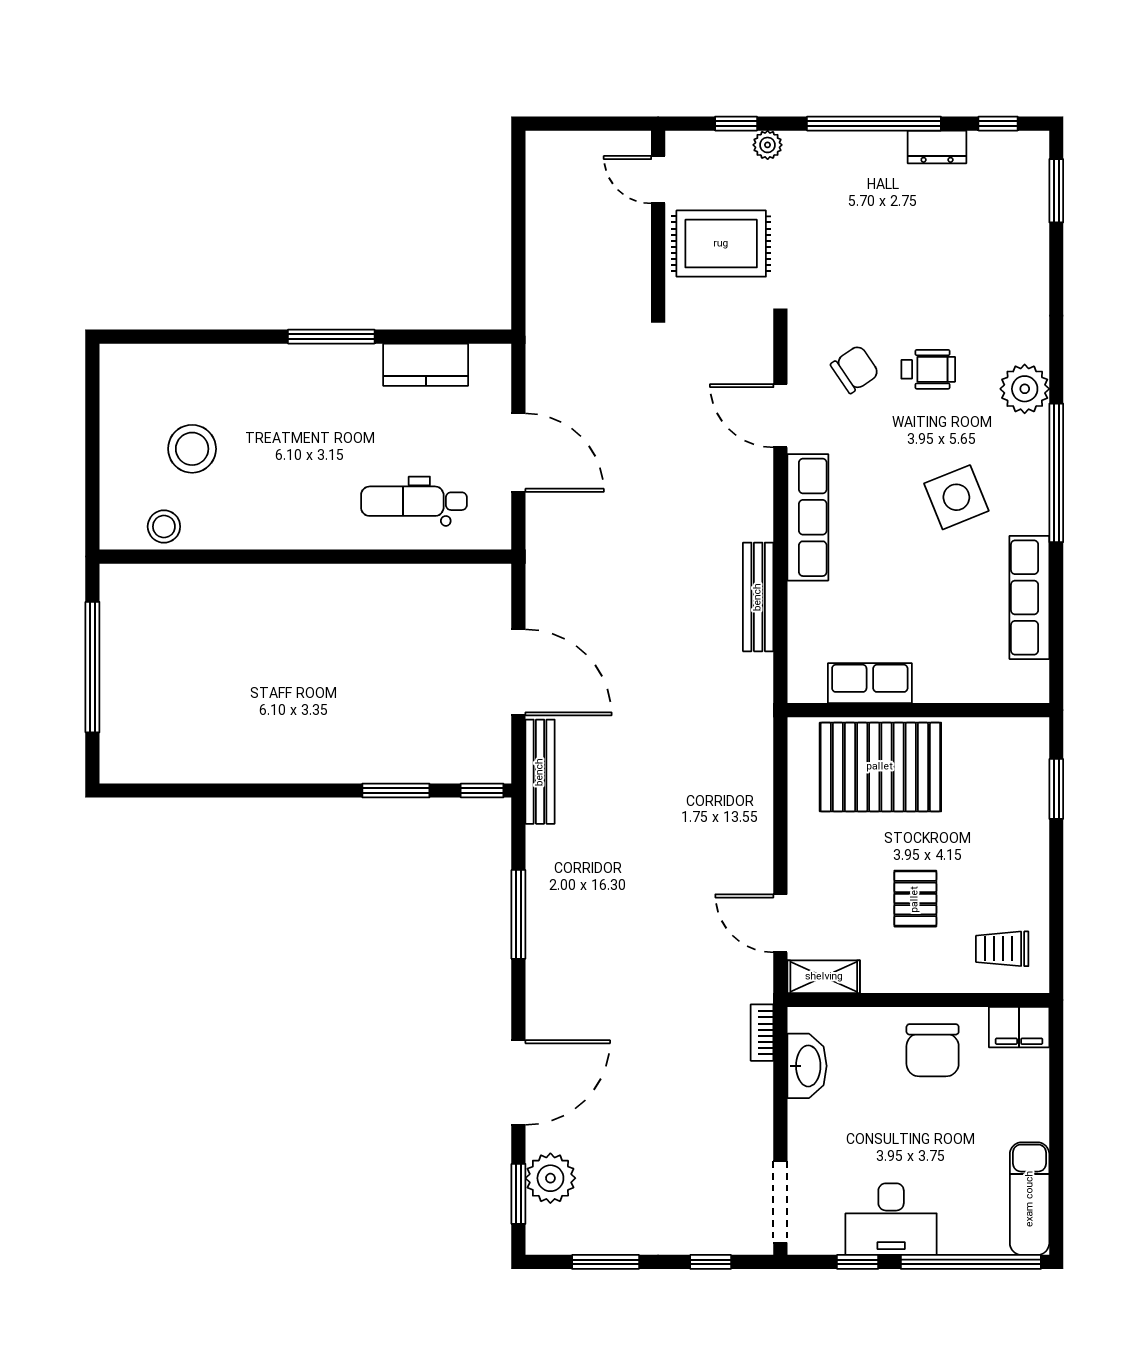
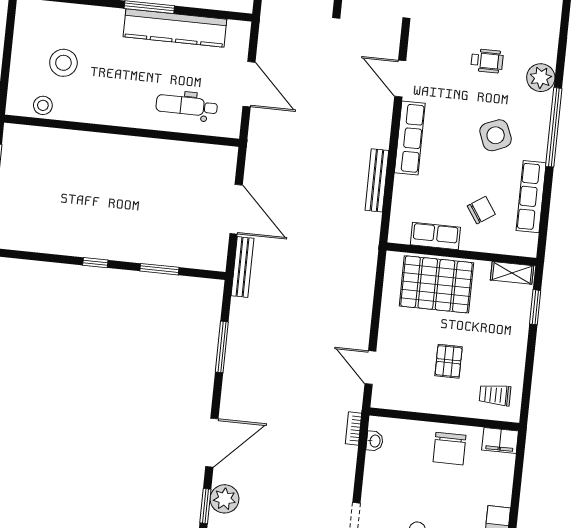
kitchen counter: (426, 365) -> (175, 28), width x2.08, depth x1.17
chair: (855, 369) -> (481, 210), moved
window: (482, 790) -> (95, 263), moved
shelving: (824, 977) -> (512, 273), moved
washbasin: (807, 1066) -> (375, 441), width x0.52, depth x0.69

